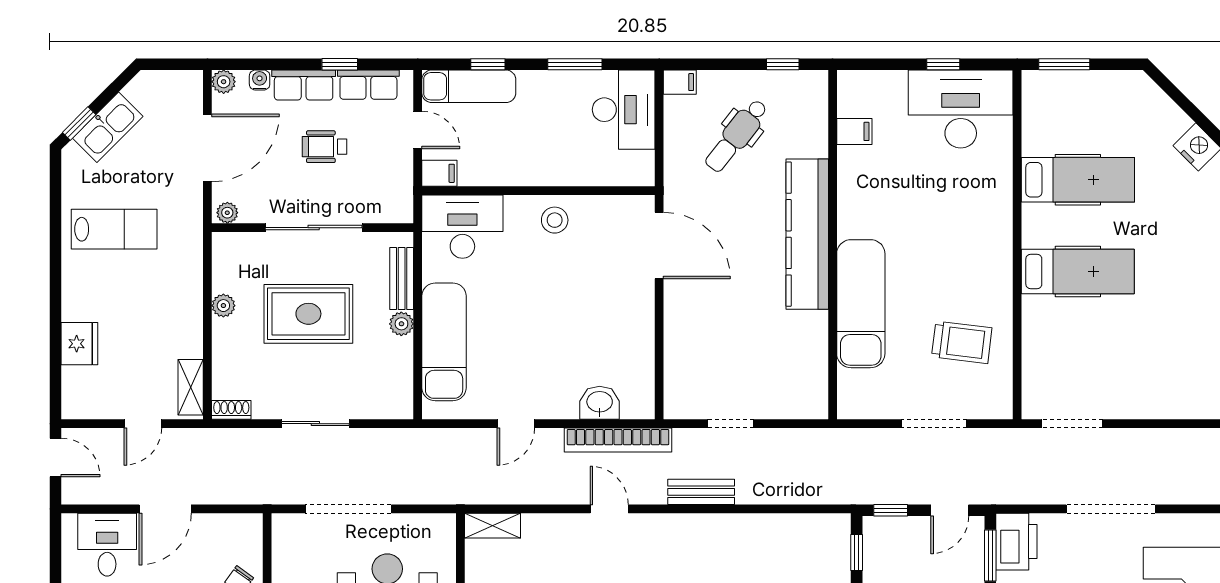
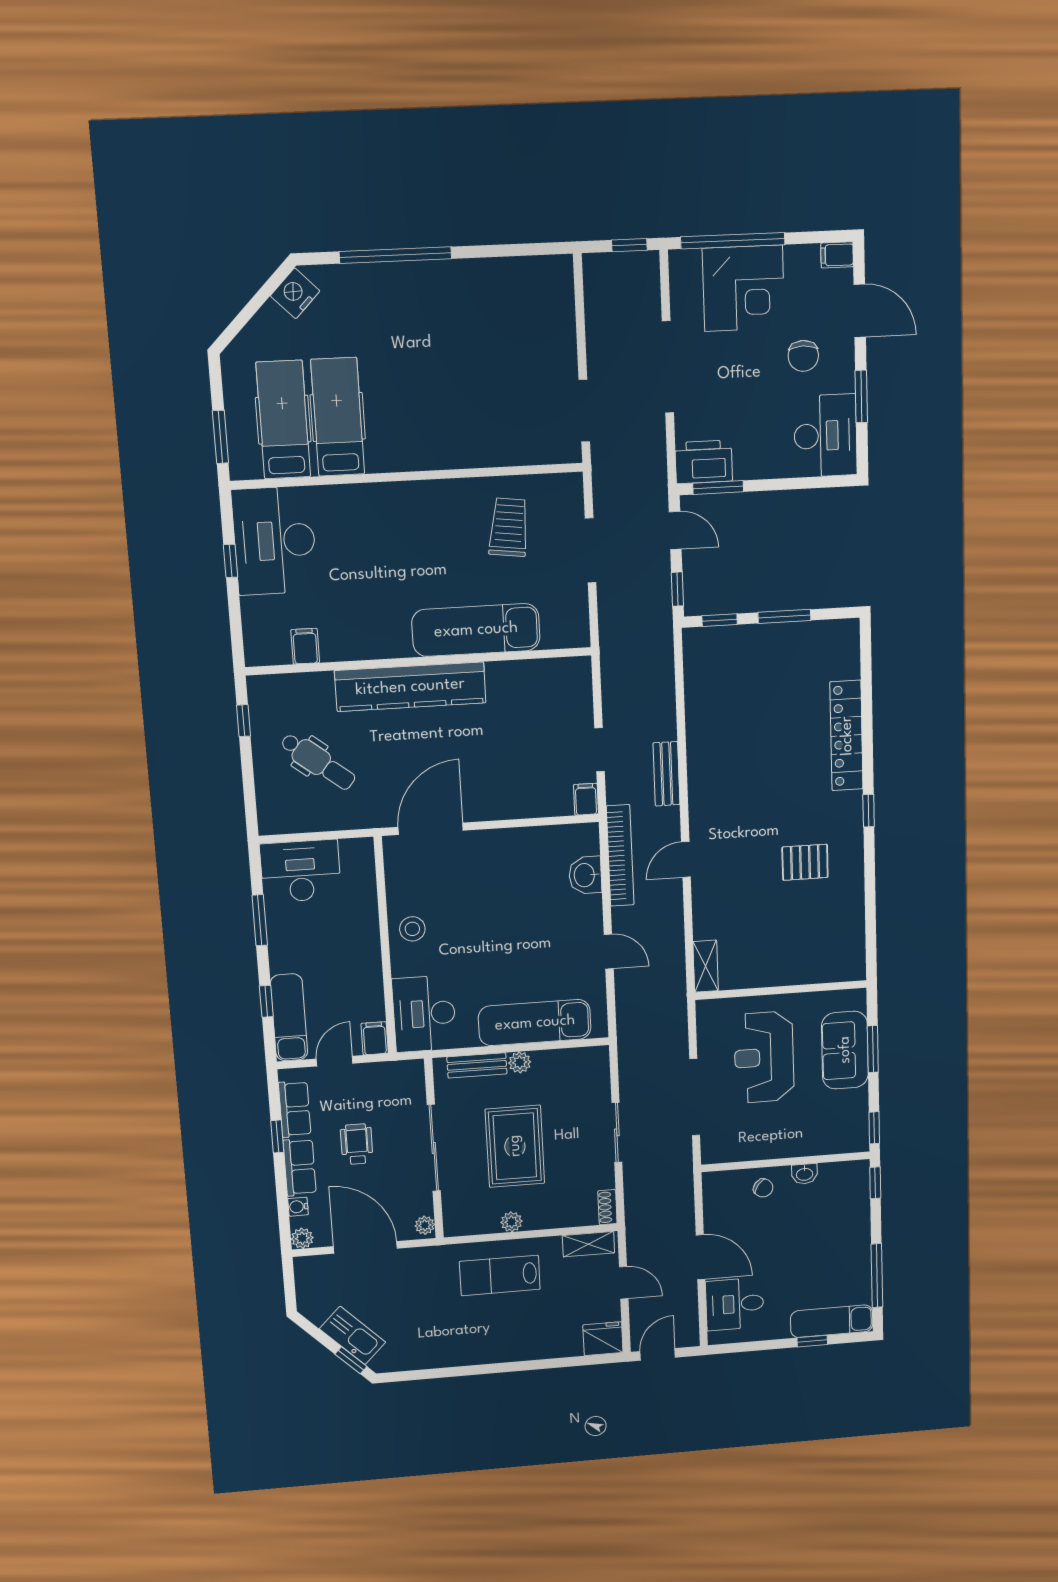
filing cabinet: (680, 82) -> (586, 799), moved
wheelchair: (324, 147) -> (357, 1144), turned 180
lab bench: (114, 229) -> (500, 1275), moved, turned -90
hospital bed: (1078, 271) -> (283, 420), moved
fridge: (79, 344) -> (603, 1339), moved

